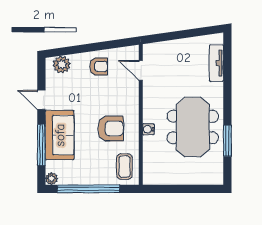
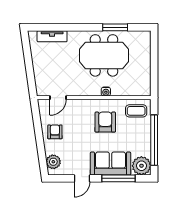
plant: (51, 179) -> (141, 166), width x1.87, depth x1.87

